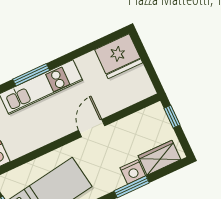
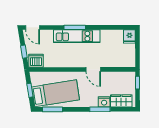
fridge: (119, 56) -> (129, 36), width x0.53, depth x0.75
door: (92, 128) -> (93, 69), swing flipped

